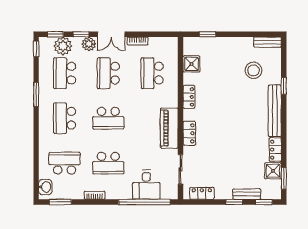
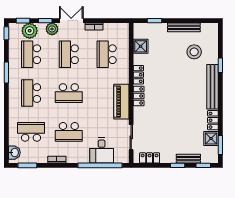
double door: (111, 34) -> (71, 21), swing flipped
bench: (267, 42) -> (184, 27), moved, width x1.36
locker: (189, 133) -> (139, 96), moved

